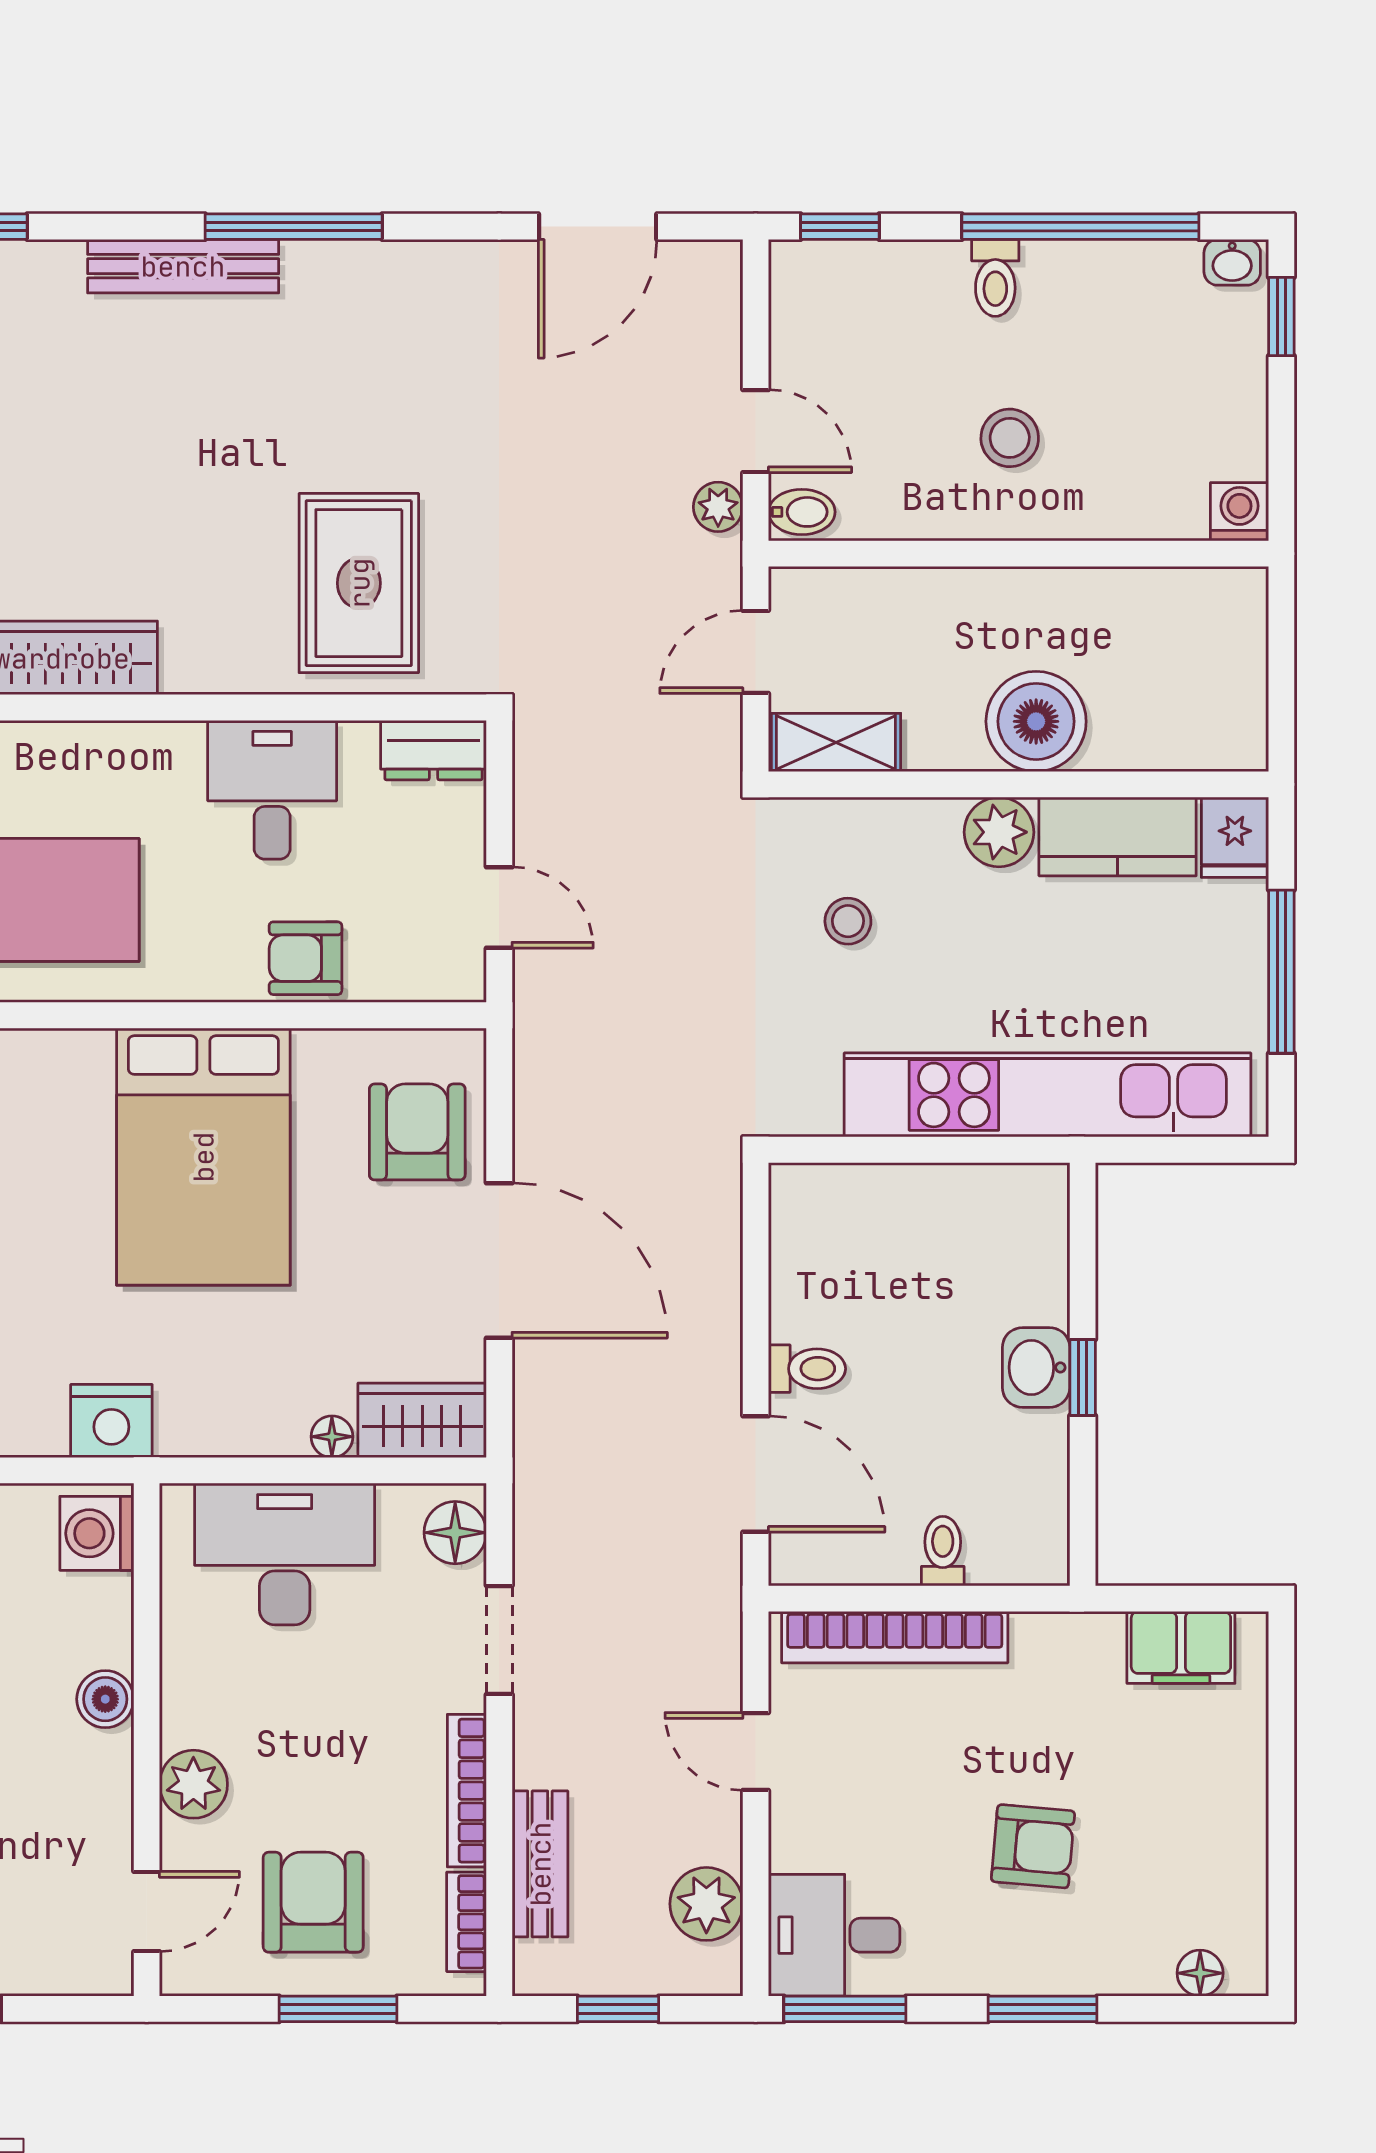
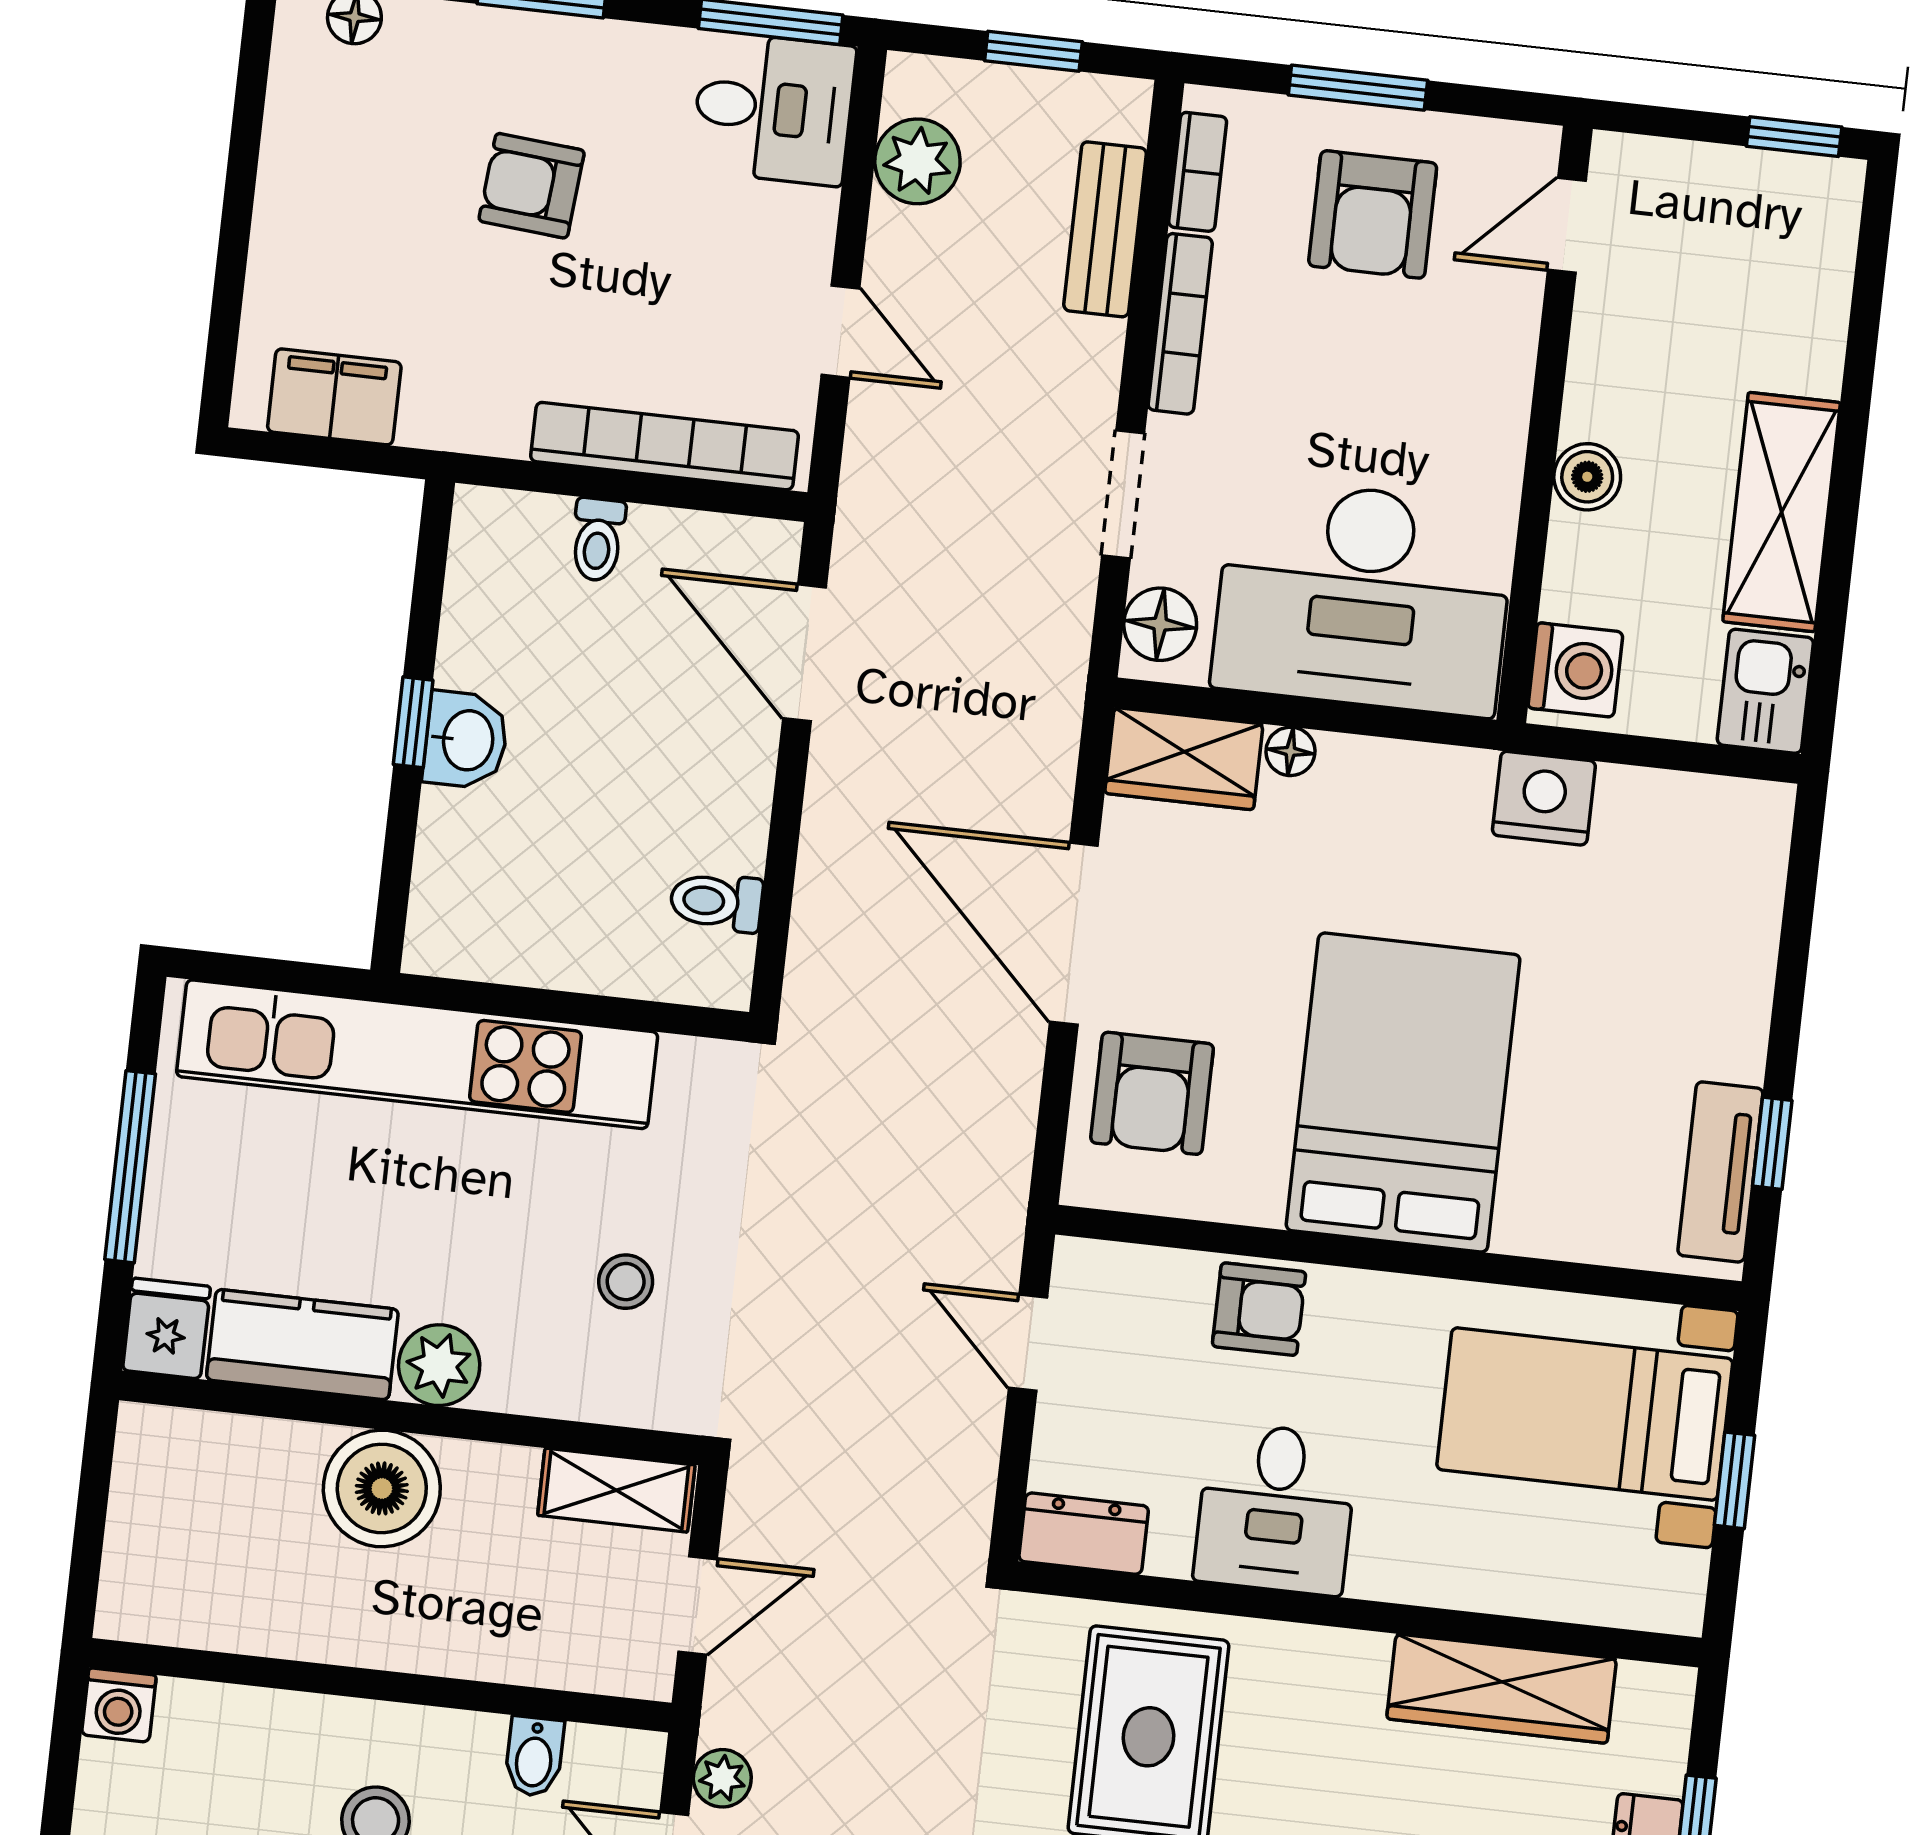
bidet: (802, 512) -> (534, 1757), moved, turned -90
toilet: (807, 1369) -> (716, 902), moved
desk: (285, 1554) -> (1363, 597), width x1.36, depth x1.30
plant: (193, 1784) -> (1496, 367), removed

